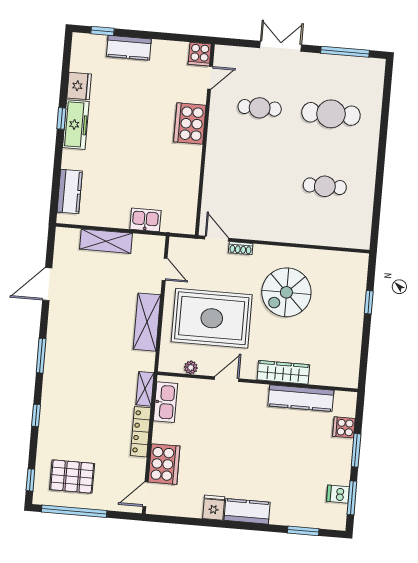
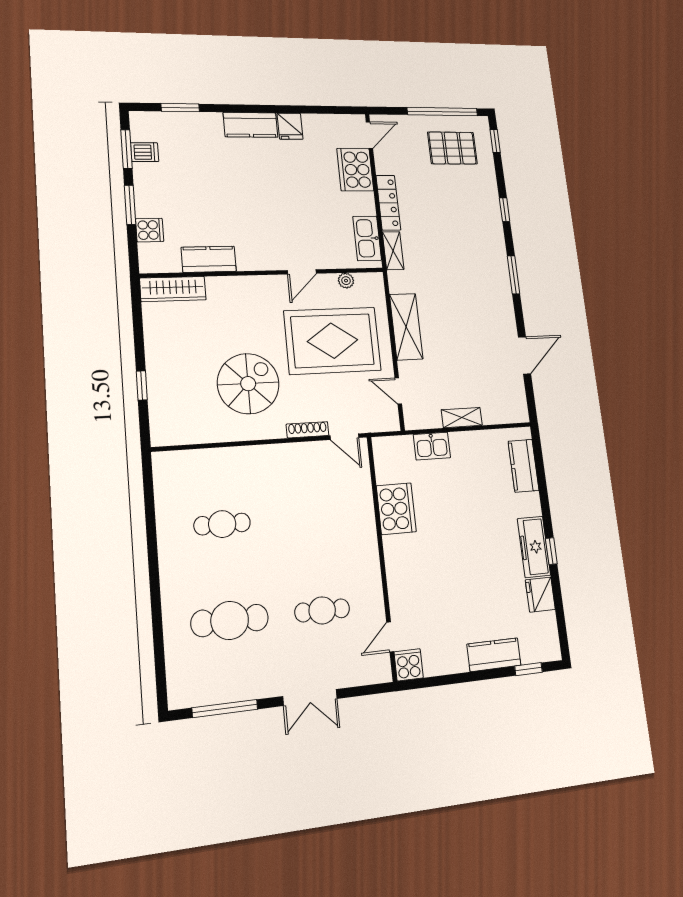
cooker: (190, 123) -> (396, 509), moved
shelving: (106, 241) -> (462, 418), width x0.67, depth x0.75
shoe rack: (241, 248) -> (308, 430), width x1.43
wardrobe: (283, 372) -> (173, 289), moved
kitchen counter: (301, 398) -> (209, 259), width x0.67

